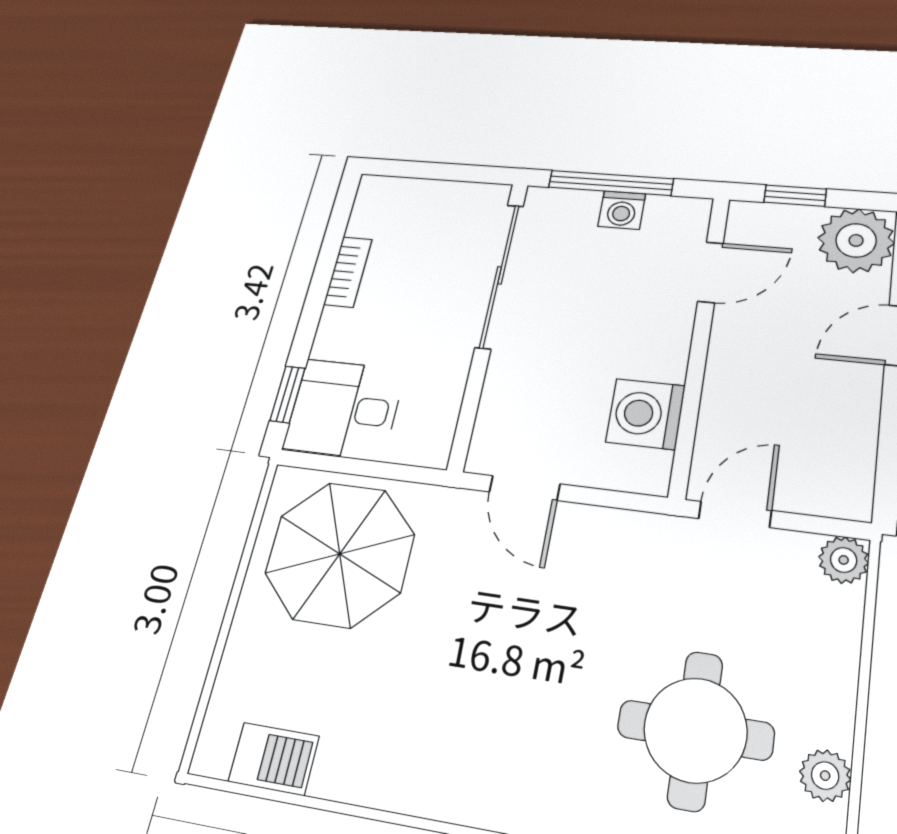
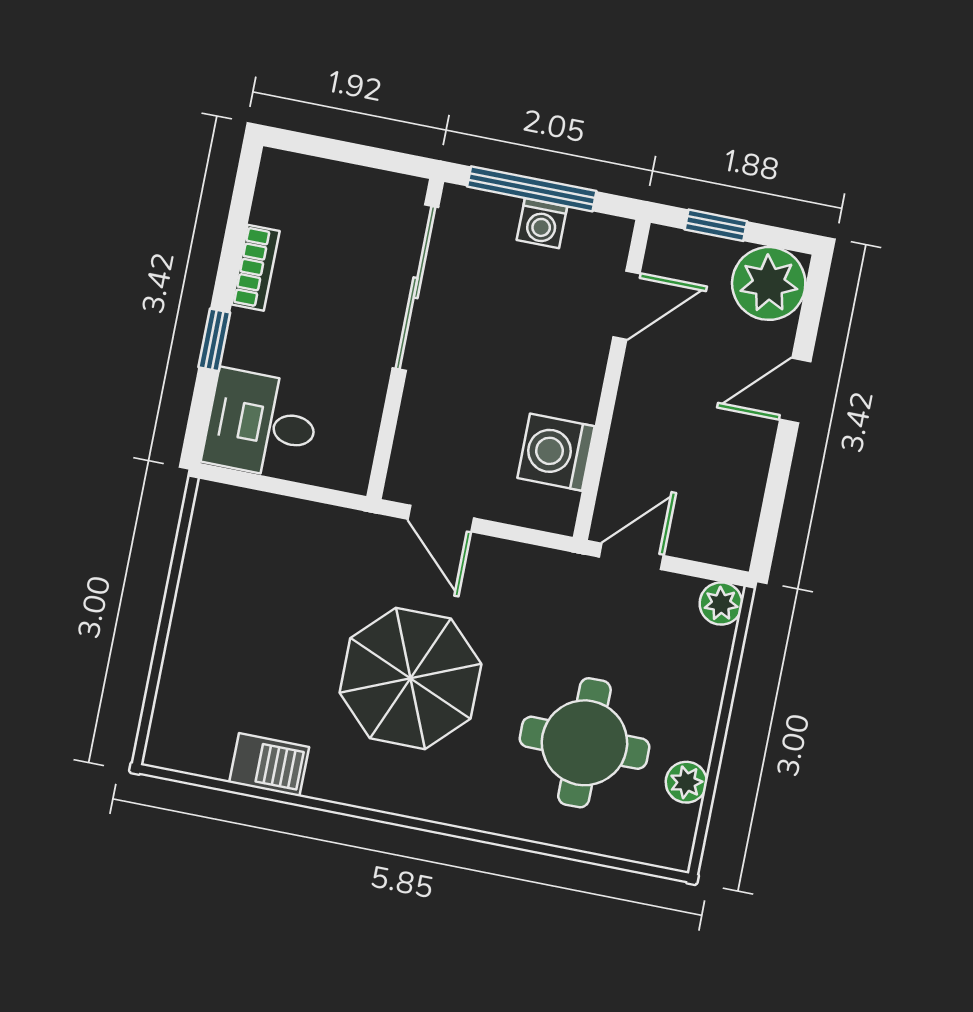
window: (287, 394) -> (214, 340), moved
parasol: (340, 554) -> (410, 678), moved
barbecue: (274, 759) -> (269, 765), moved

